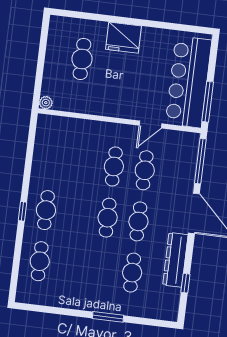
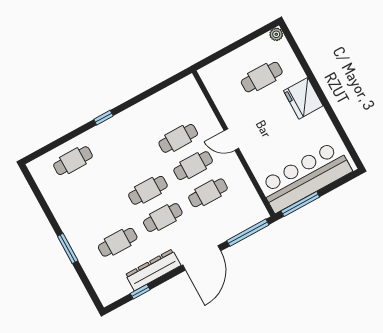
plant: (46, 103) -> (276, 34), moved
door: (151, 125) -> (231, 140), moved
cafe table: (46, 210) -> (178, 138), moved

